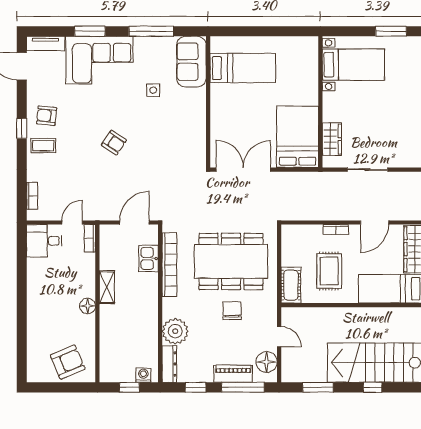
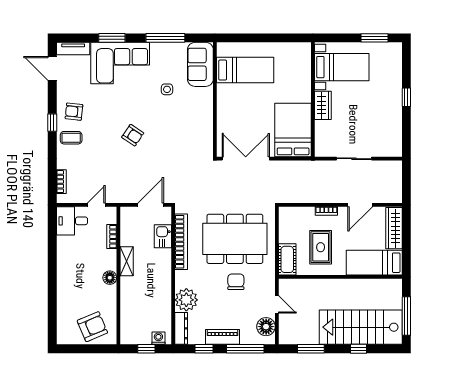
wardrobe: (332, 139) -> (323, 105), moved
bookcase: (90, 238) -> (112, 237), moved
piano: (233, 374) -> (222, 337), moved

